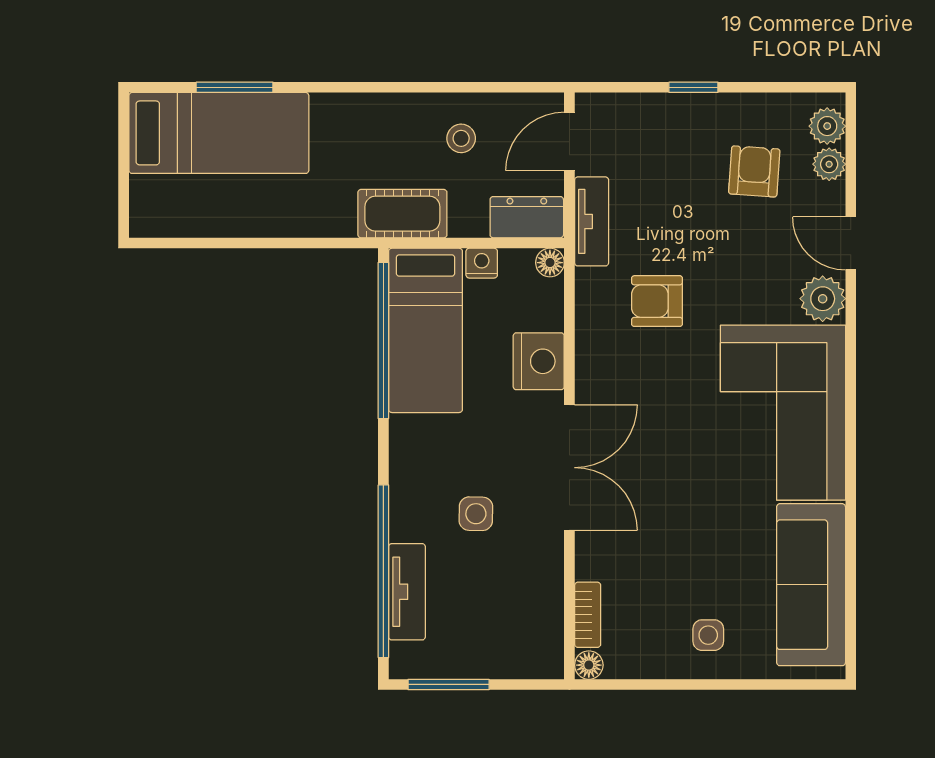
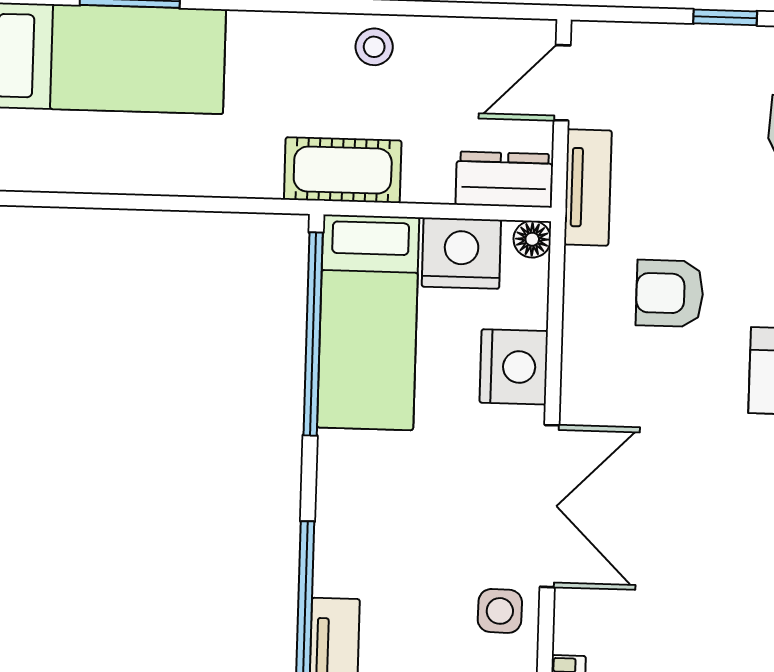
stool: (461, 138) -> (374, 47), moved
nightstand: (482, 263) -> (461, 253), width x1.89, depth x1.79
side table: (476, 514) -> (500, 611), moved

